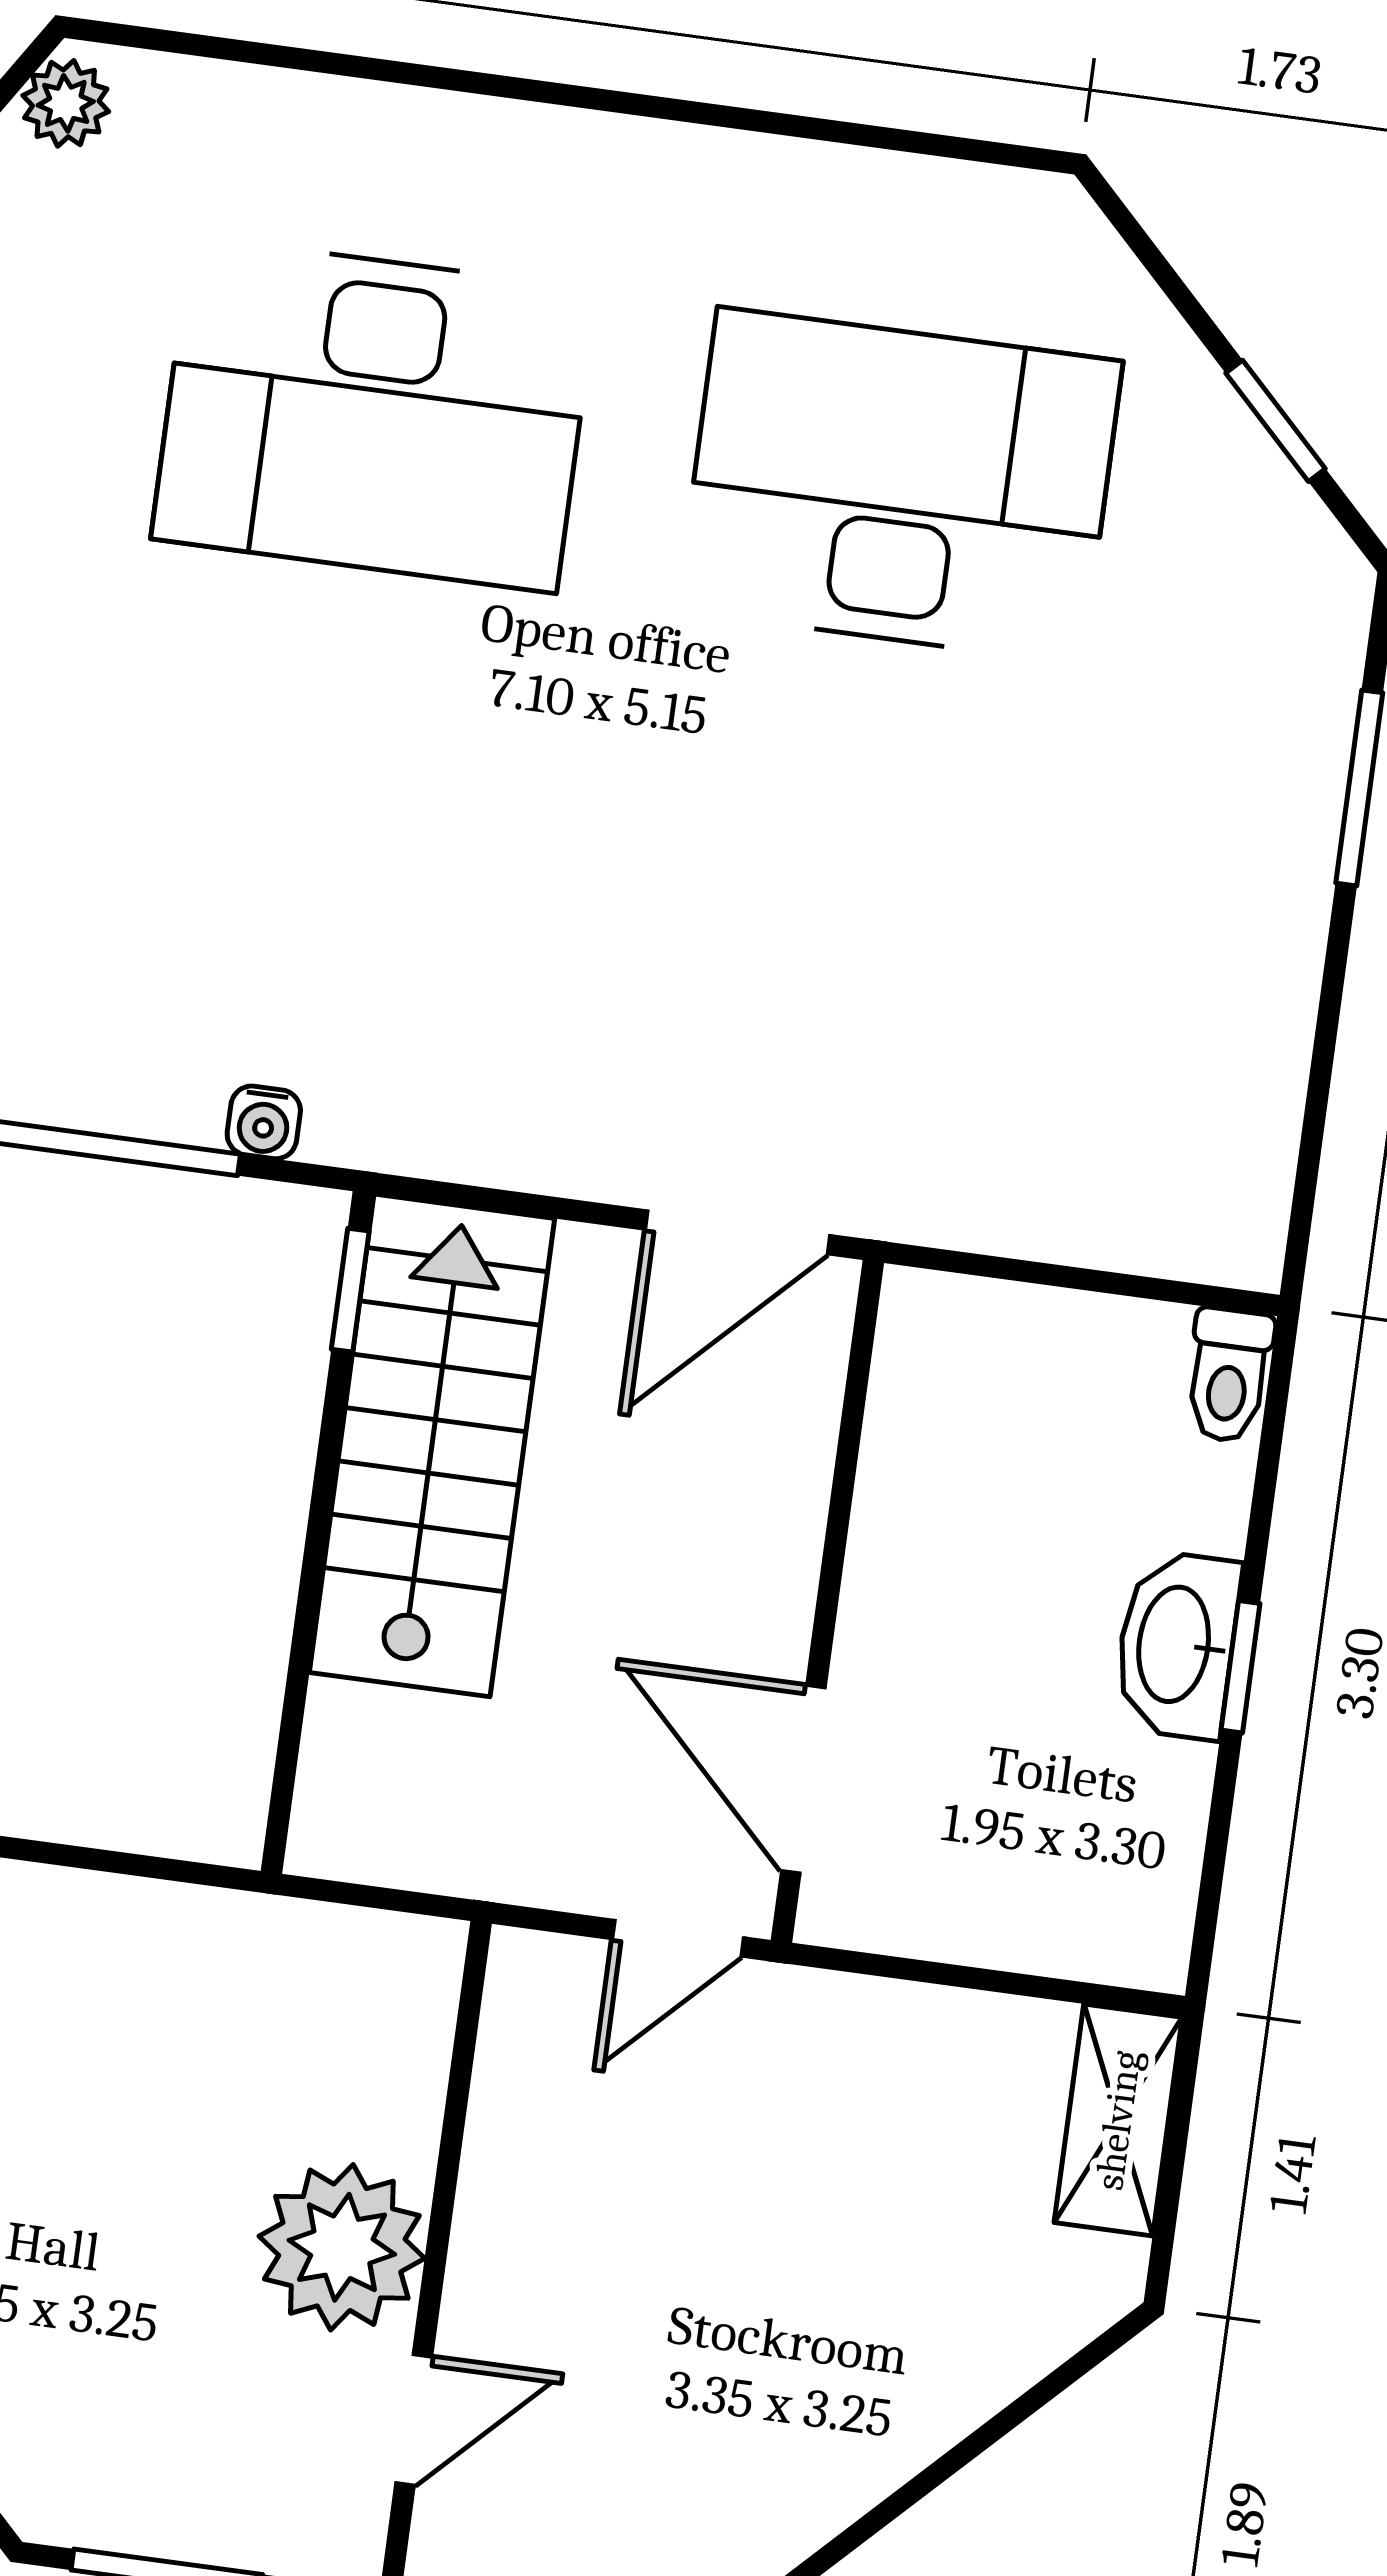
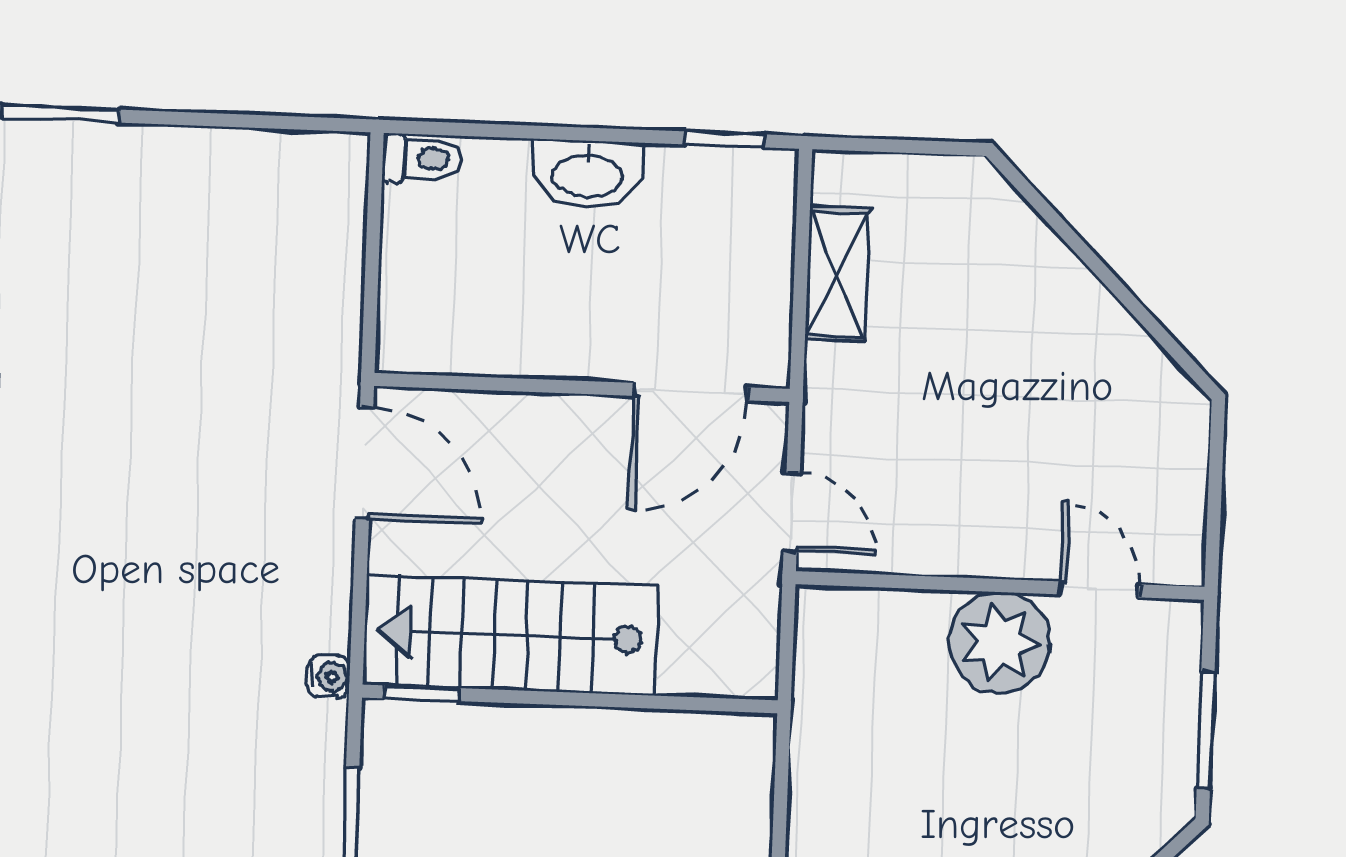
water cooler: (264, 1122) -> (329, 677), moved
window: (1240, 1667) -> (724, 139), moved
door: (678, 1938) -> (792, 512), moved
shelving: (1118, 2120) -> (837, 274), moved, turned 90

